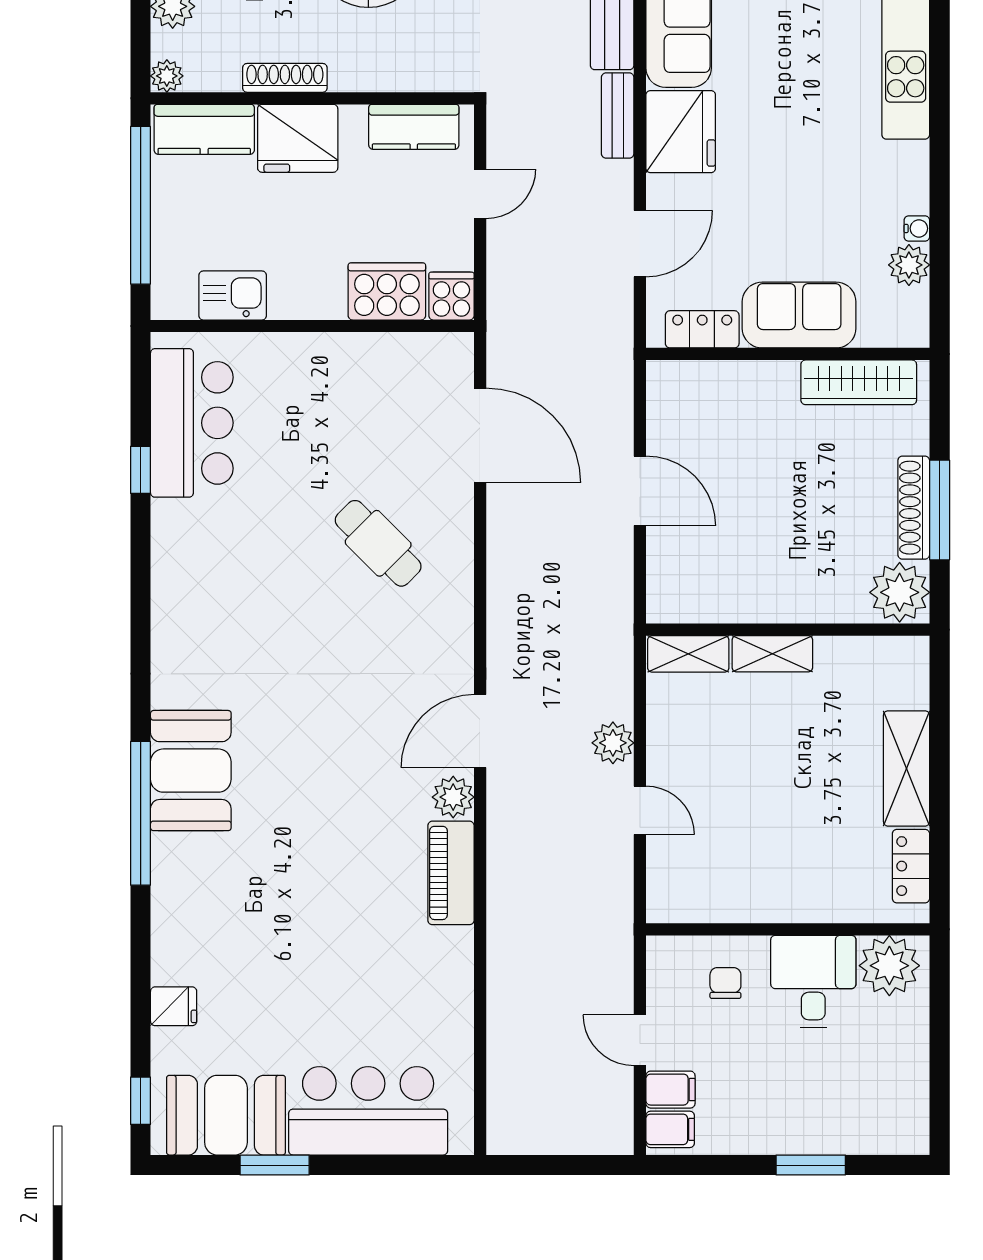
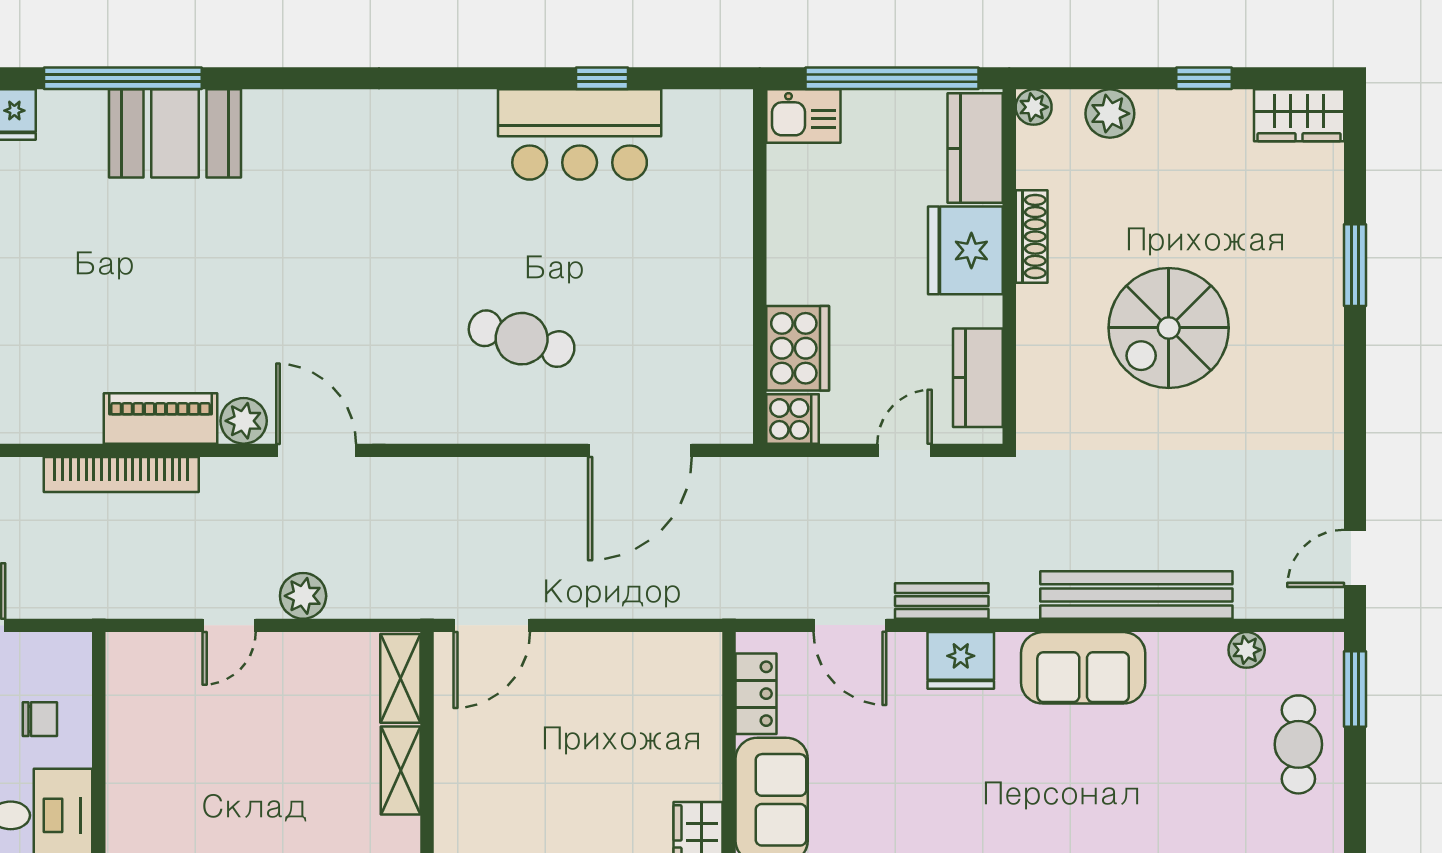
bench: (618, 116) -> (942, 601), moved
fridge: (681, 132) -> (961, 660), width x0.73, depth x0.75
door: (480, 194) -> (905, 450), swing flipped
kitchen sink: (233, 295) -> (803, 116), moved, turned 90
bar counter: (192, 423) -> (580, 134), moved
door: (640, 491) -> (492, 625), moved
cafe table: (378, 543) -> (522, 339), turned 61
booth: (191, 771) -> (175, 133), moved
window: (141, 813) -> (123, 78), moved
bookcase: (502, 909) -> (121, 474), added

